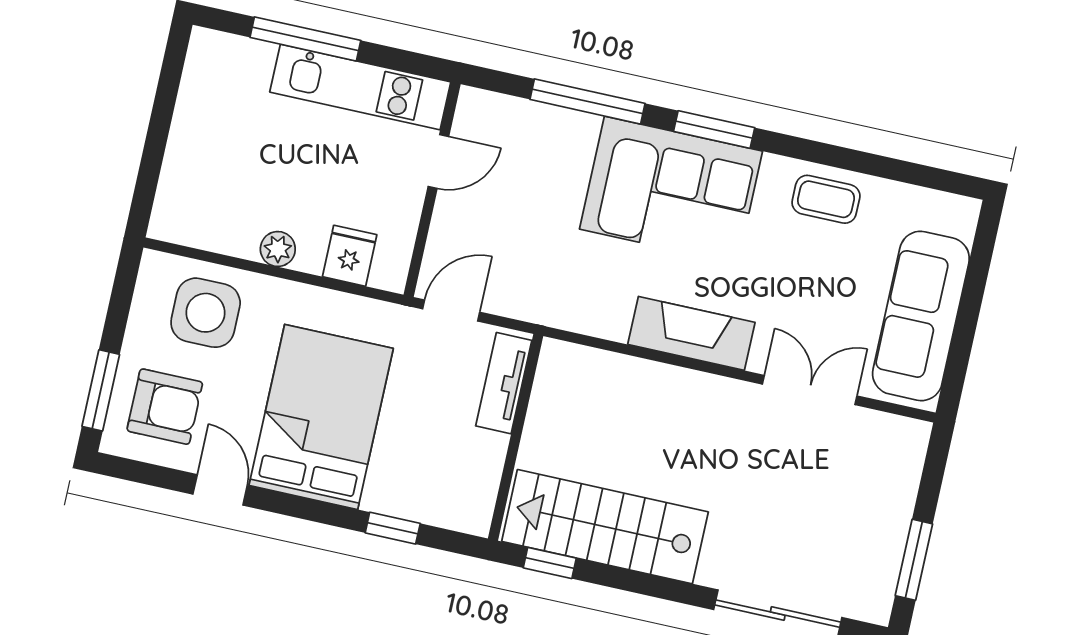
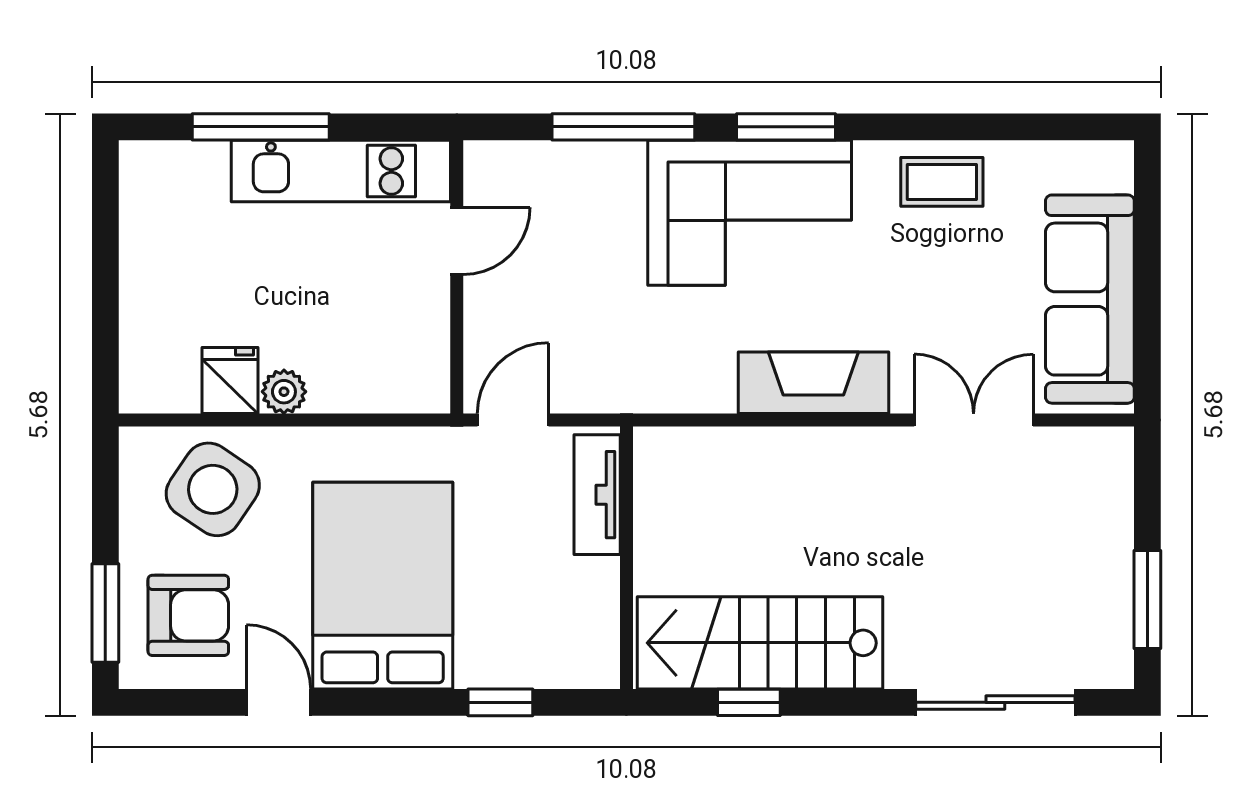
fridge: (350, 256) -> (230, 380), moved
side table: (206, 313) -> (213, 489), turned 34
window: (550, 563) -> (749, 702), moved

